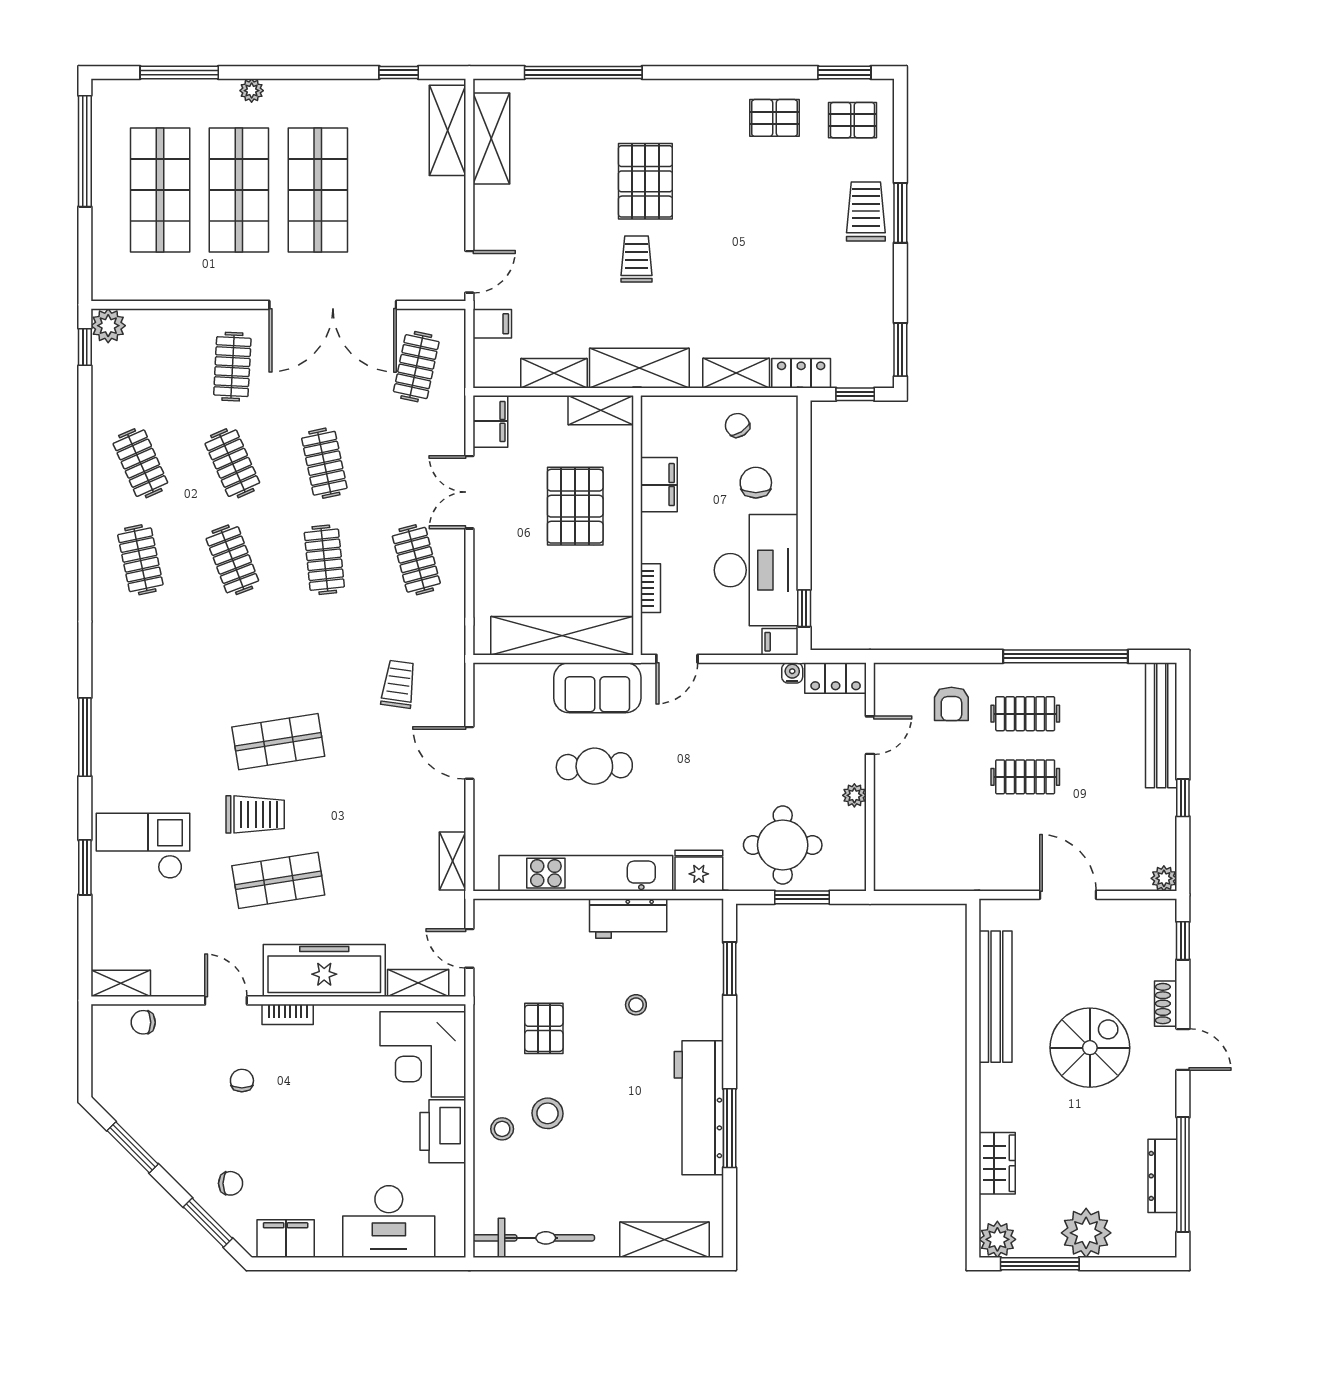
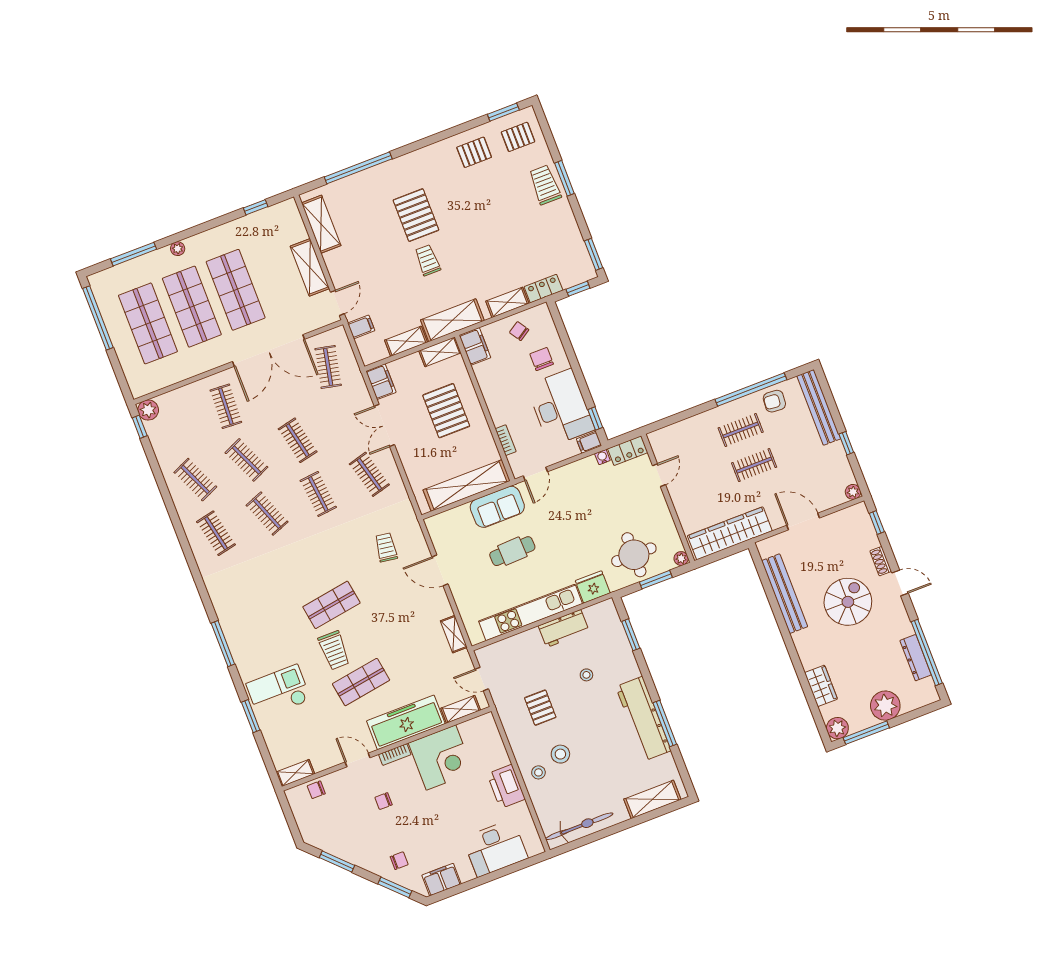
shelving: (447, 130) -> (310, 267), moved
filing cabinet: (659, 485) -> (475, 346), moved
armchair: (951, 704) -> (774, 401), moved, turned 95
plant: (854, 795) -> (681, 559), moved
trolley: (255, 814) -> (334, 650), turned 90
wardrobe: (946, 869) -> (730, 533), added
corner desk: (423, 1054) -> (441, 758), moved, turned -90
chair: (242, 1081) -> (384, 801), turned -90

